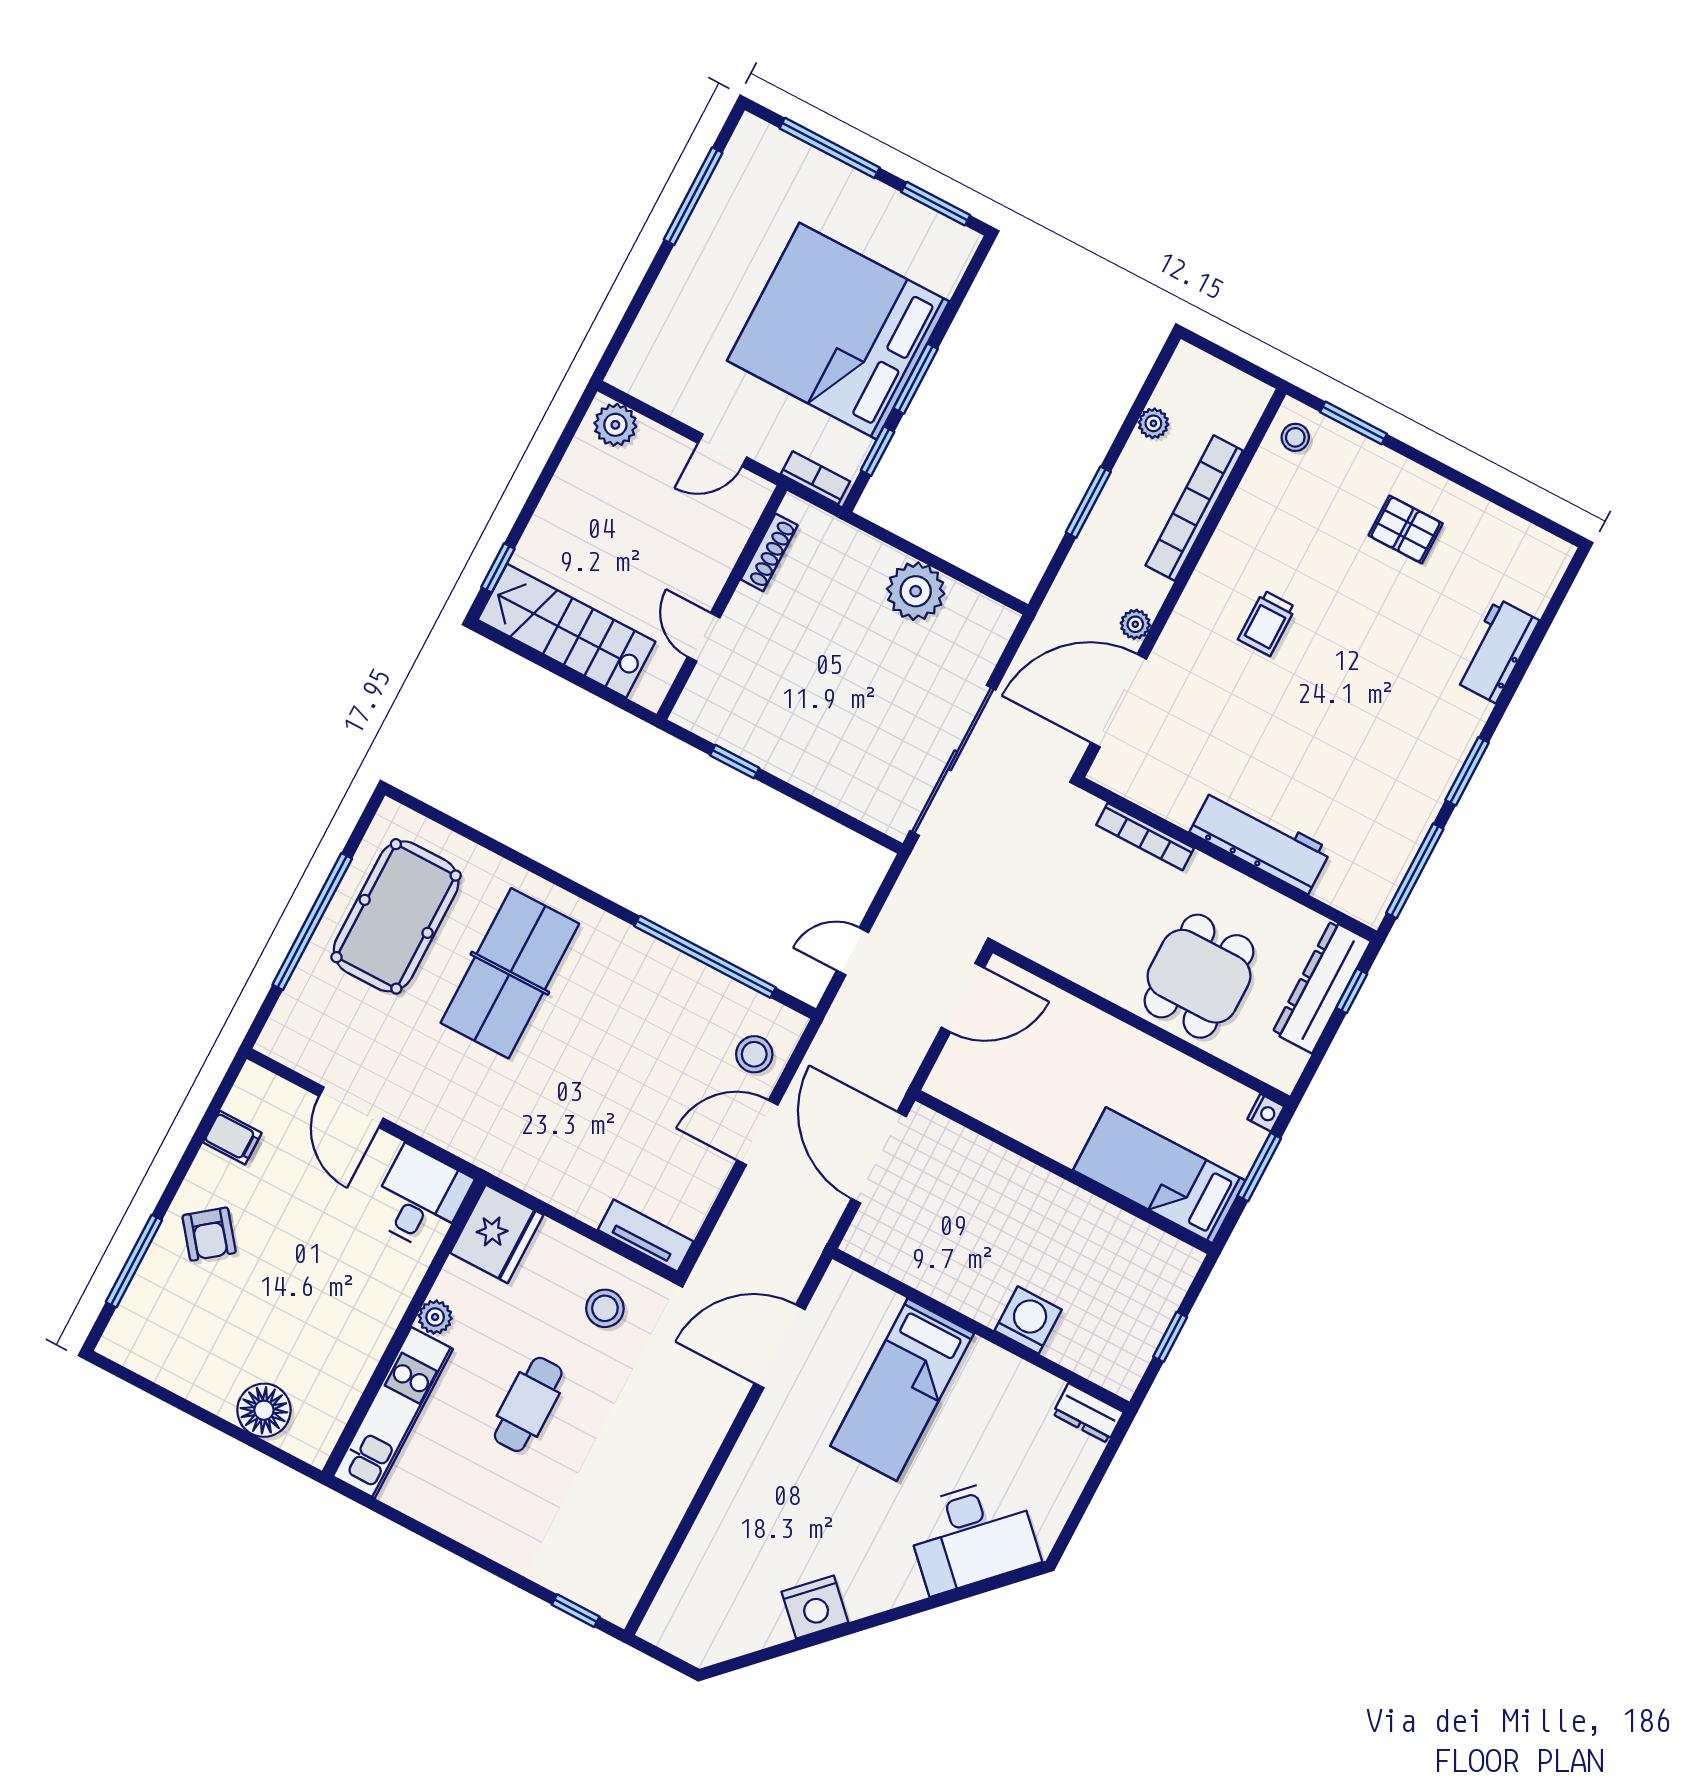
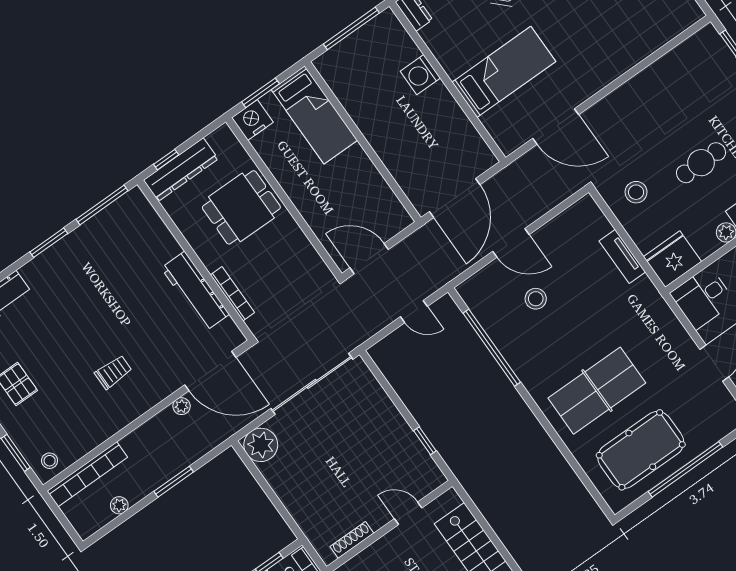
bookcase: (1194, 508) -> (87, 474), moved
plant: (916, 591) -> (261, 445), moved
door: (704, 637) -> (408, 513), swing flipped
workbench: (1260, 841) -> (195, 291), moved
stool: (754, 1054) -> (536, 299), moved
nightstand: (1266, 1113) -> (252, 120), width x1.89, depth x1.79
tv unit: (646, 1236) -> (622, 256), moved
window: (1170, 1337) -> (351, 28), width x2.17

